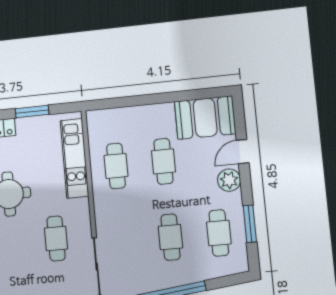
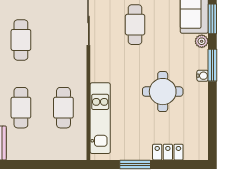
cafe table: (56, 238) -> (135, 25), moved

